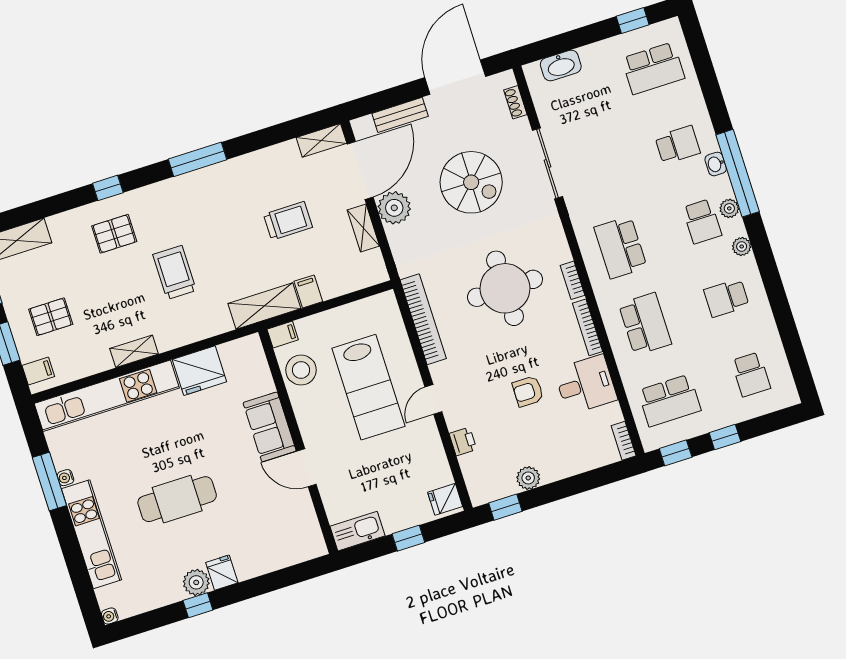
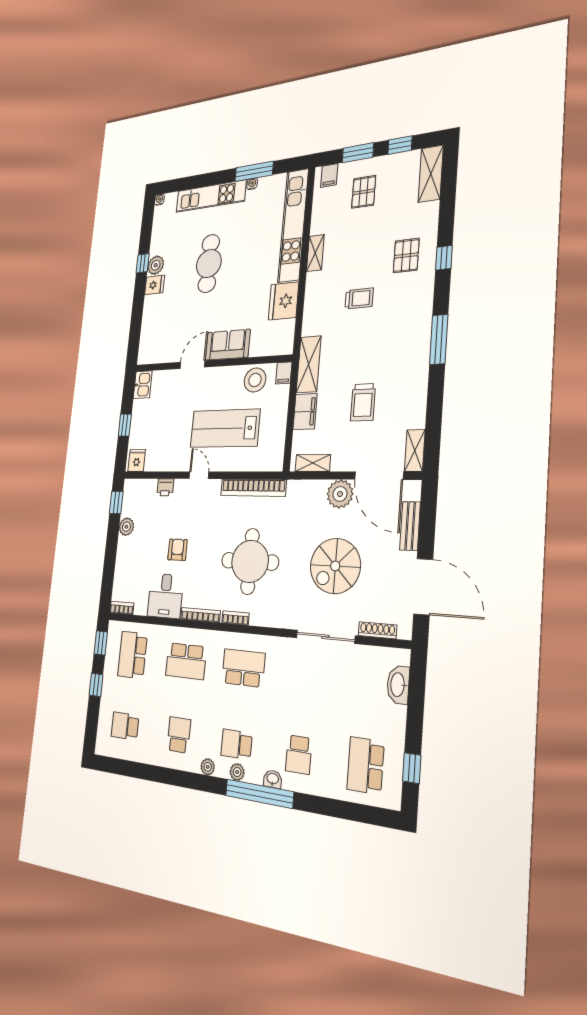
shoe rack: (515, 102) -> (377, 630), width x1.43
shelving: (363, 228) -> (313, 463), moved
trolley: (175, 272) -> (359, 298), width x0.73, depth x0.72
filing cabinet: (308, 291) -> (305, 412), width x2.00
kitchen sink: (357, 531) -> (143, 385), width x0.73

